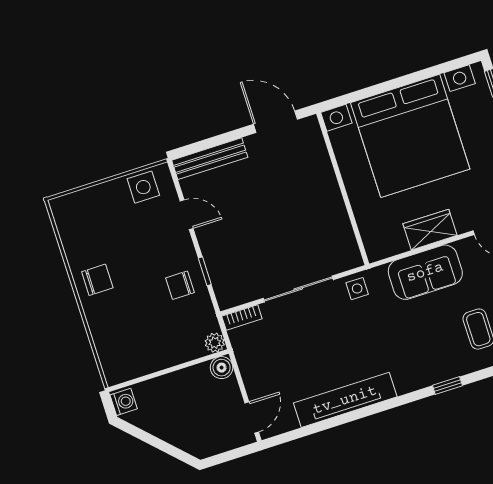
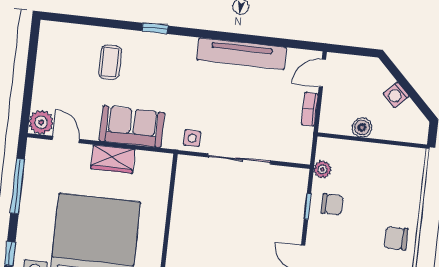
bookcase: (242, 317) -> (310, 109), moved, turned -90
plant: (215, 343) -> (322, 169), moved
boiler: (222, 368) -> (362, 127), moved
washing machine: (124, 402) -> (396, 95), moved, turned -45

